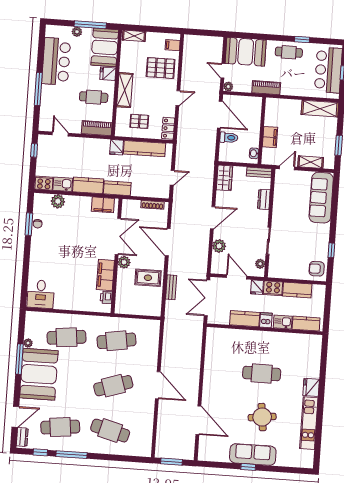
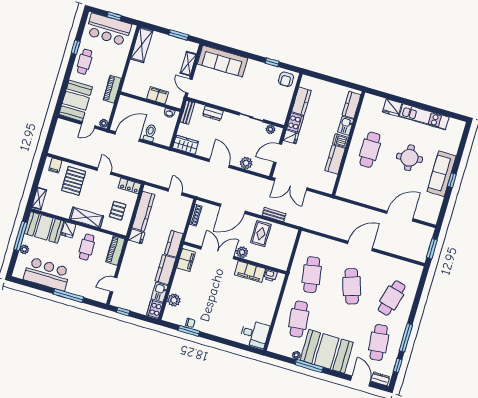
kitchen counter: (245, 319) -> (335, 159), moved
dishwasher: (266, 320) -> (341, 141), moved
kitchen sink: (283, 322) -> (346, 126), moved
kitchen counter: (306, 324) -> (352, 105), moved
wall: (265, 329) -> (348, 143), moved

